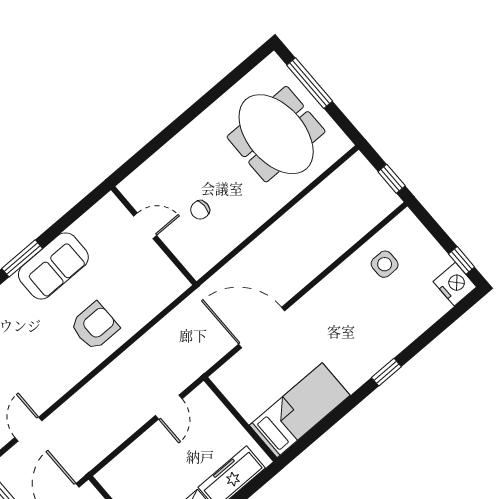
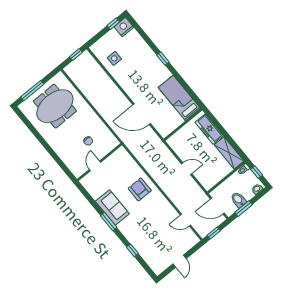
door: (262, 328) -> (142, 114), hinge flipped
door: (169, 407) -> (187, 169), moved

